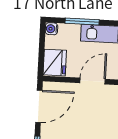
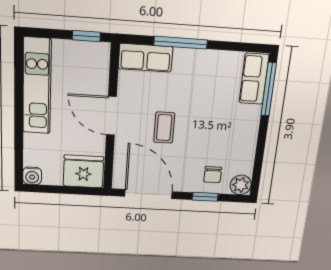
window: (82, 22) -> (19, 131), removed
coffee table: (85, 115) -> (164, 128), added

